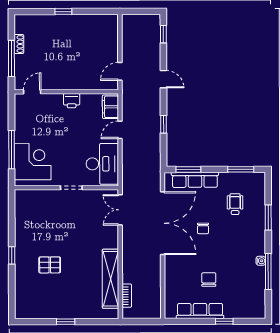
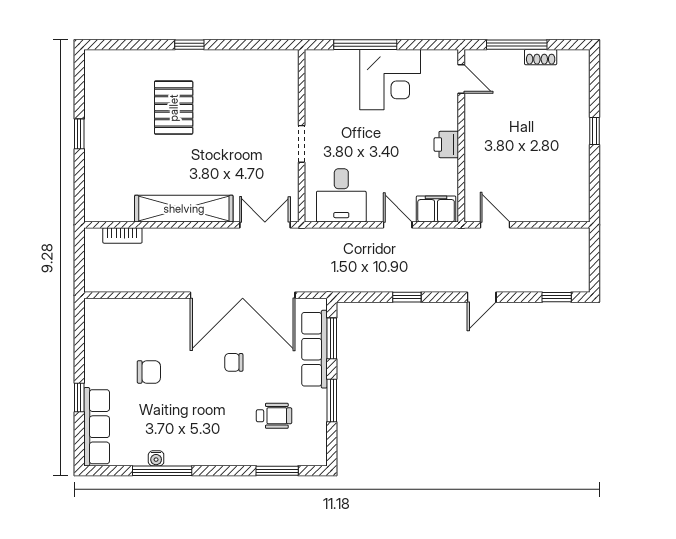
corner desk: (33, 162) -> (390, 80), moved
desk: (102, 164) -> (341, 195), width x0.73
window: (241, 169) -> (332, 400), moved
window: (268, 217) -> (277, 471), moved
water cooler: (261, 261) -> (156, 458), moved
pallet: (50, 265) -> (174, 108), width x1.50, depth x1.42
shelving: (111, 279) -> (184, 209), moved
row of seats: (200, 311) -> (97, 427), moved

